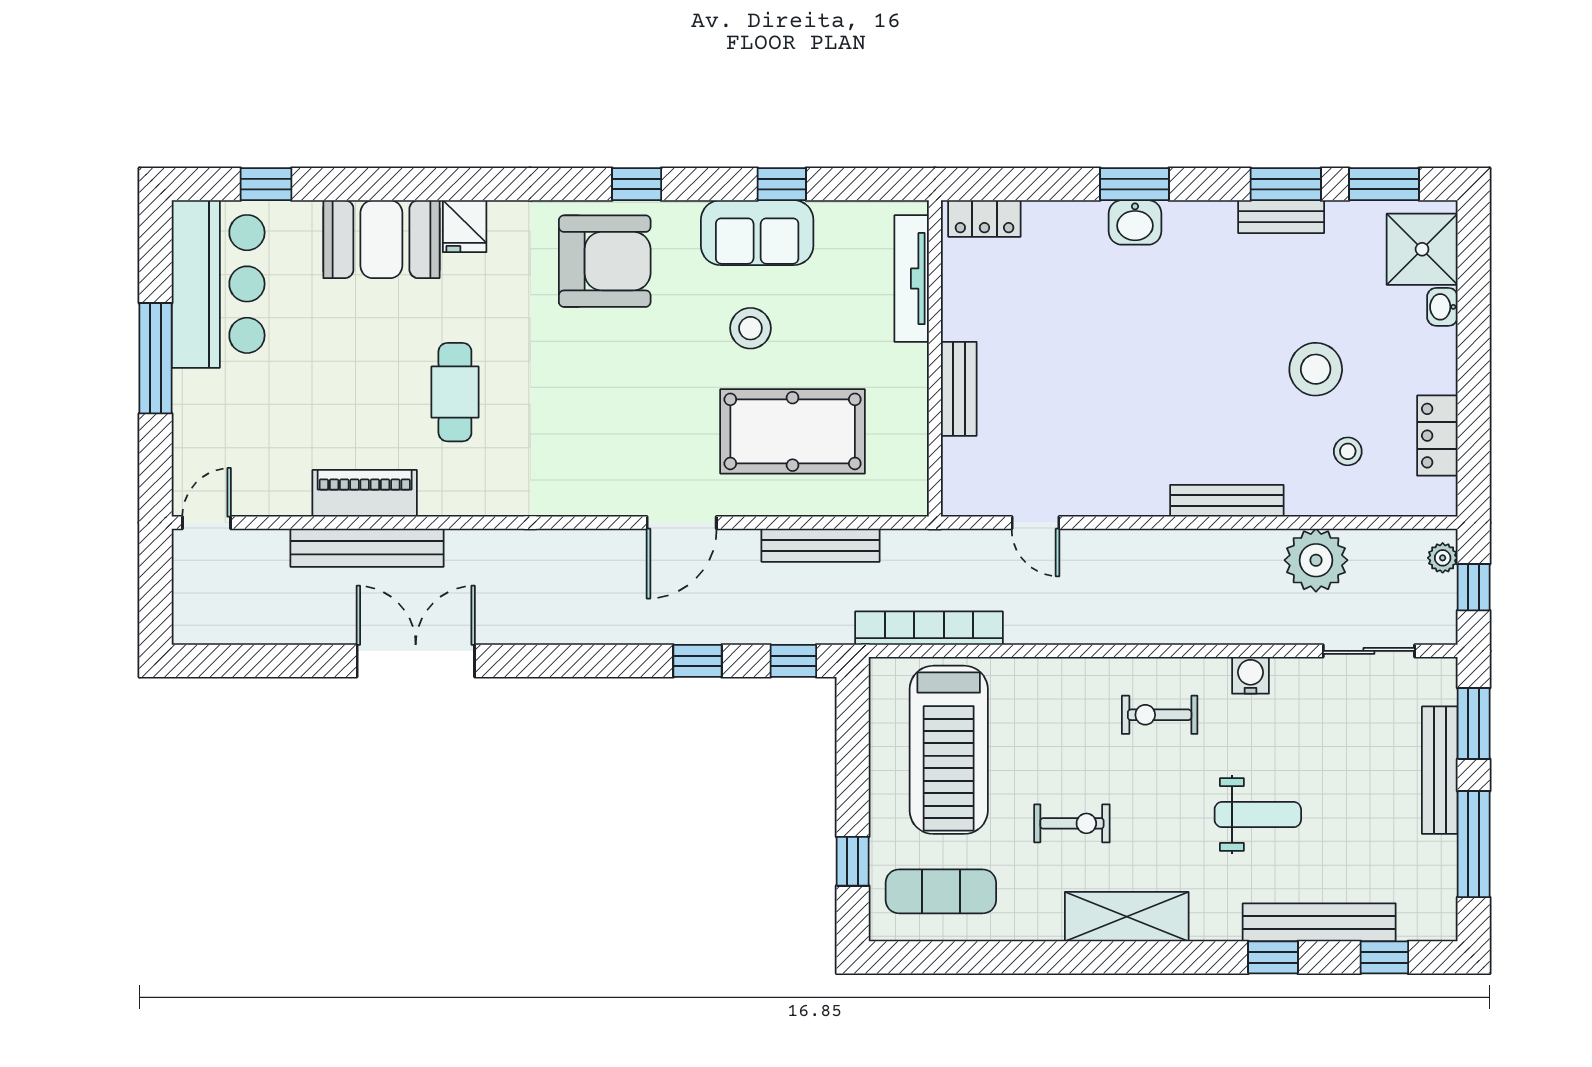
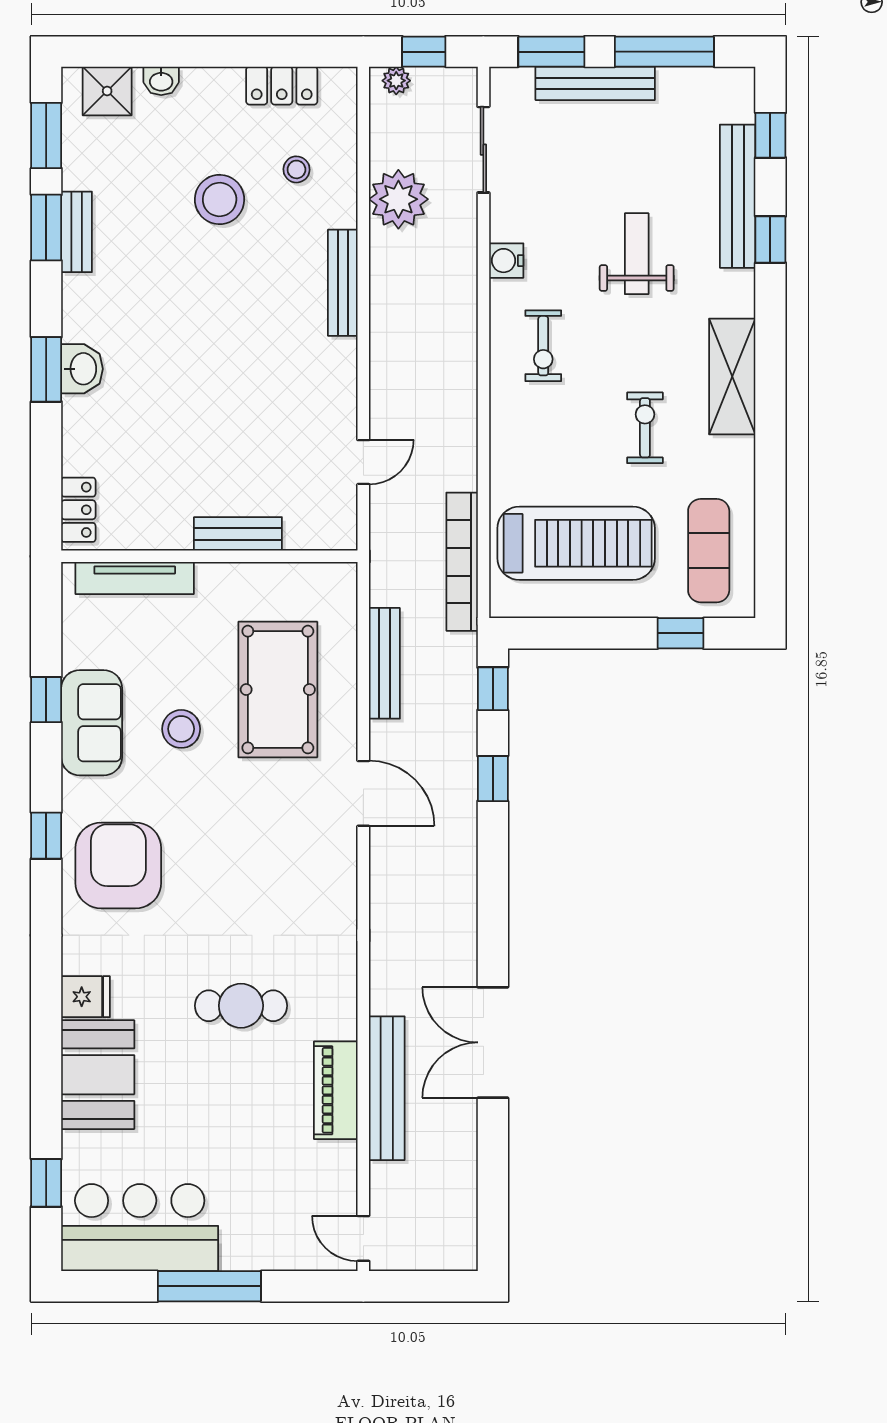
shower: (1422, 249) -> (107, 91), width x0.73, depth x0.73

